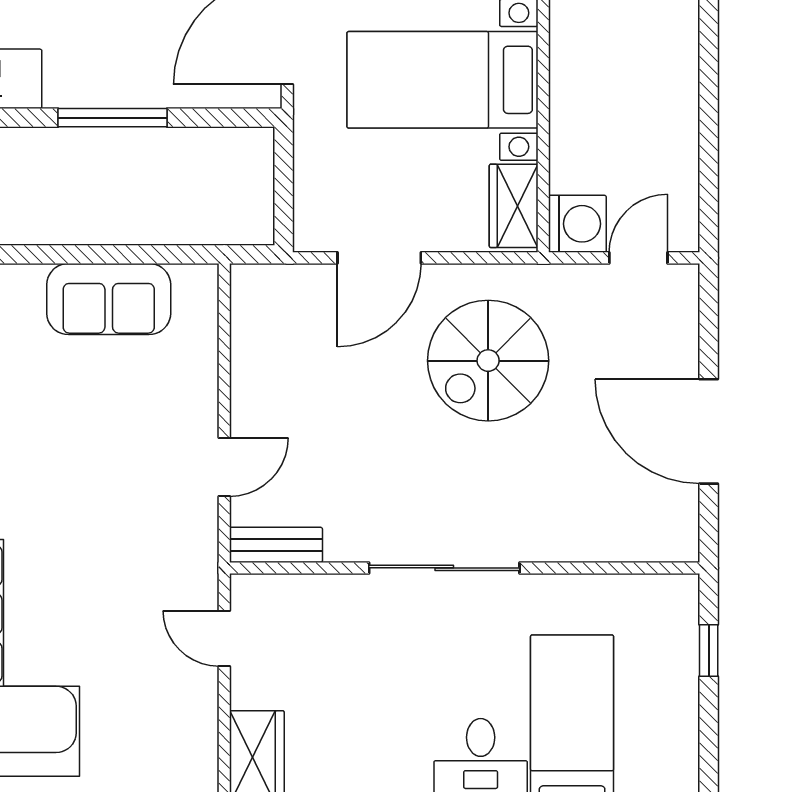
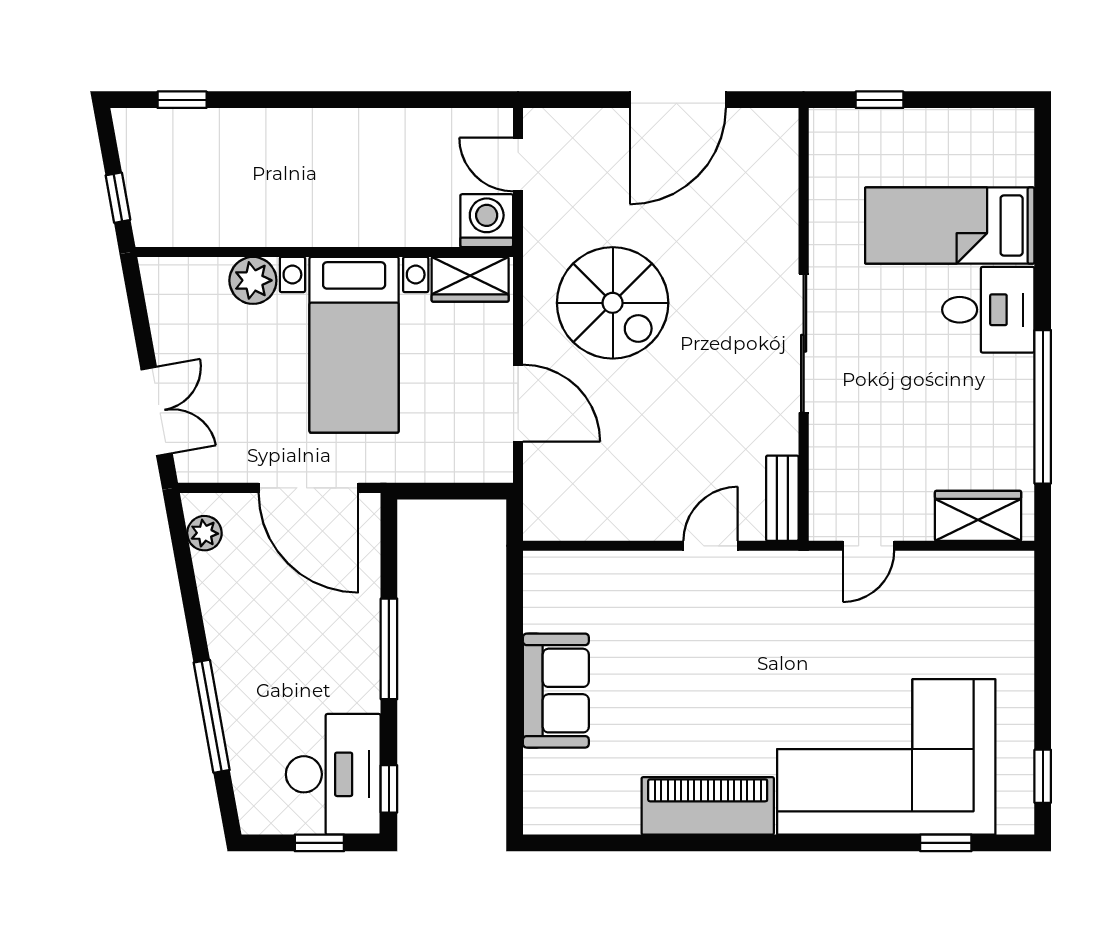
sofa: (109, 299) -> (556, 691), moved
door: (224, 467) -> (711, 546), hinge flipped

